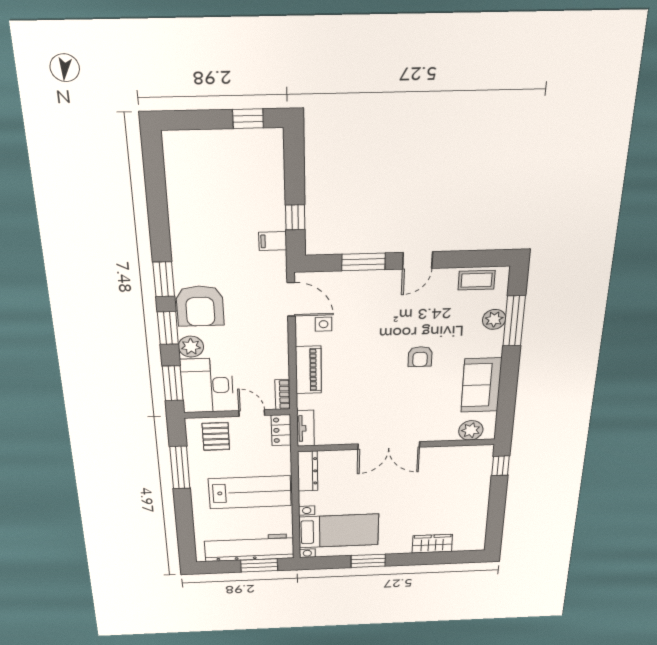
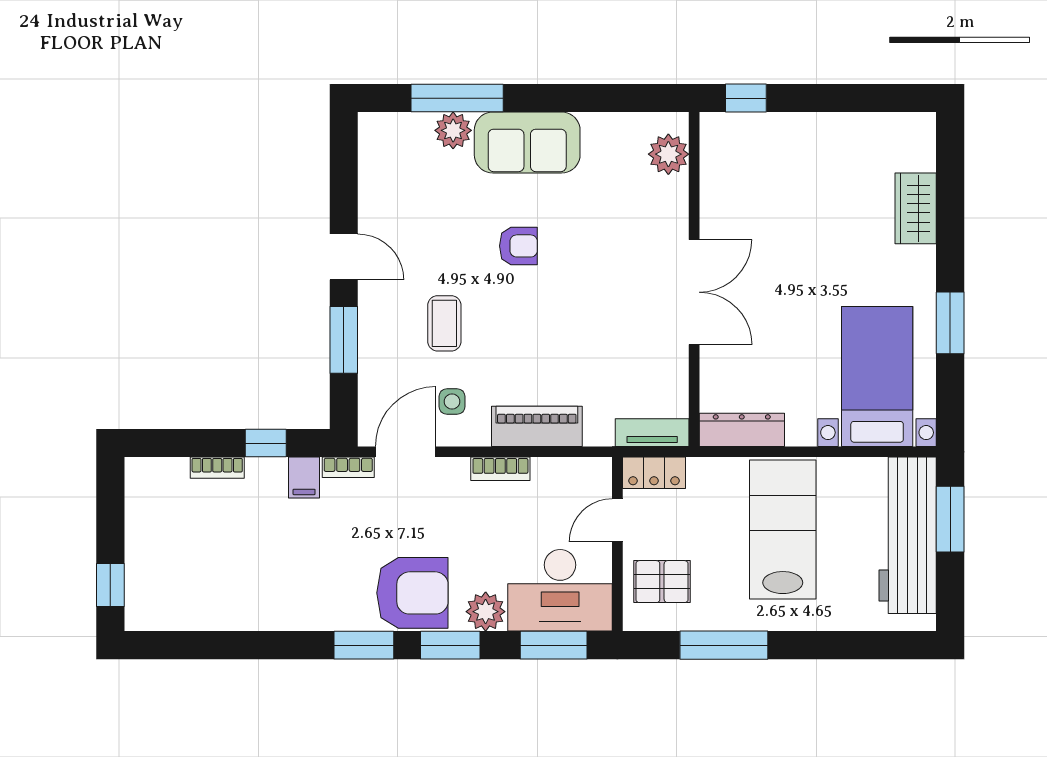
window: (248, 119) -> (110, 585), moved
bookcase: (278, 188) -> (217, 468), added
bookcase: (280, 267) -> (348, 467), added
coffee table: (477, 280) -> (444, 323), moved
sofa: (481, 385) -> (527, 142), moved
bookcase: (283, 394) -> (500, 469), moved

